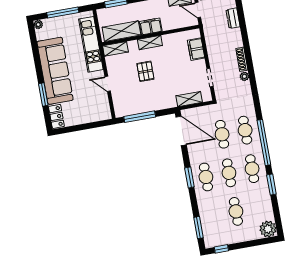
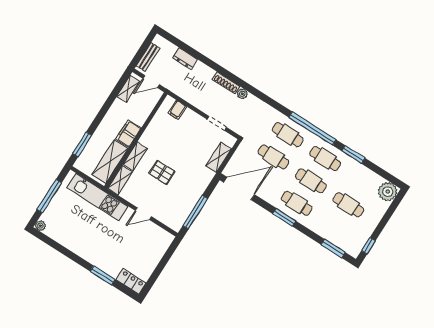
shelving: (150, 43) -> (135, 156), moved
filing cabinet: (196, 49) -> (177, 110), width x0.50
sofa: (55, 71) -> (92, 247), removed

